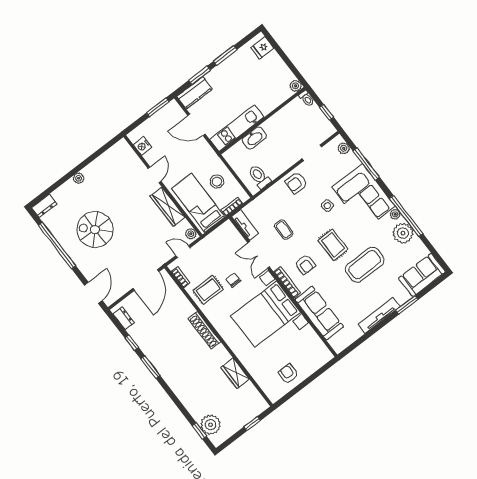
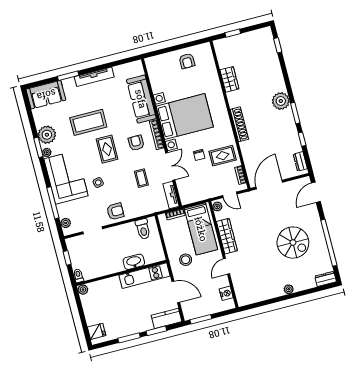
stool: (217, 181) -> (186, 260), moved
window: (406, 216) -> (38, 147), width x0.47
plant: (210, 425) -> (281, 101), moved

